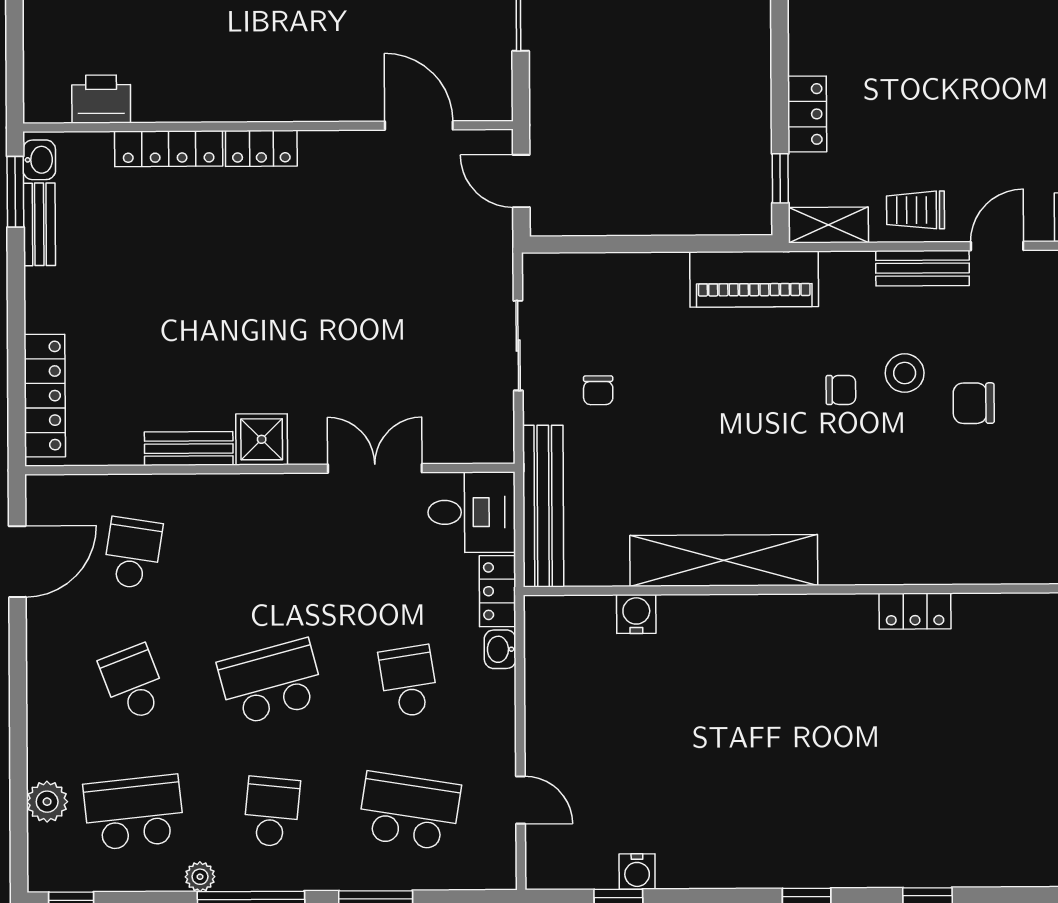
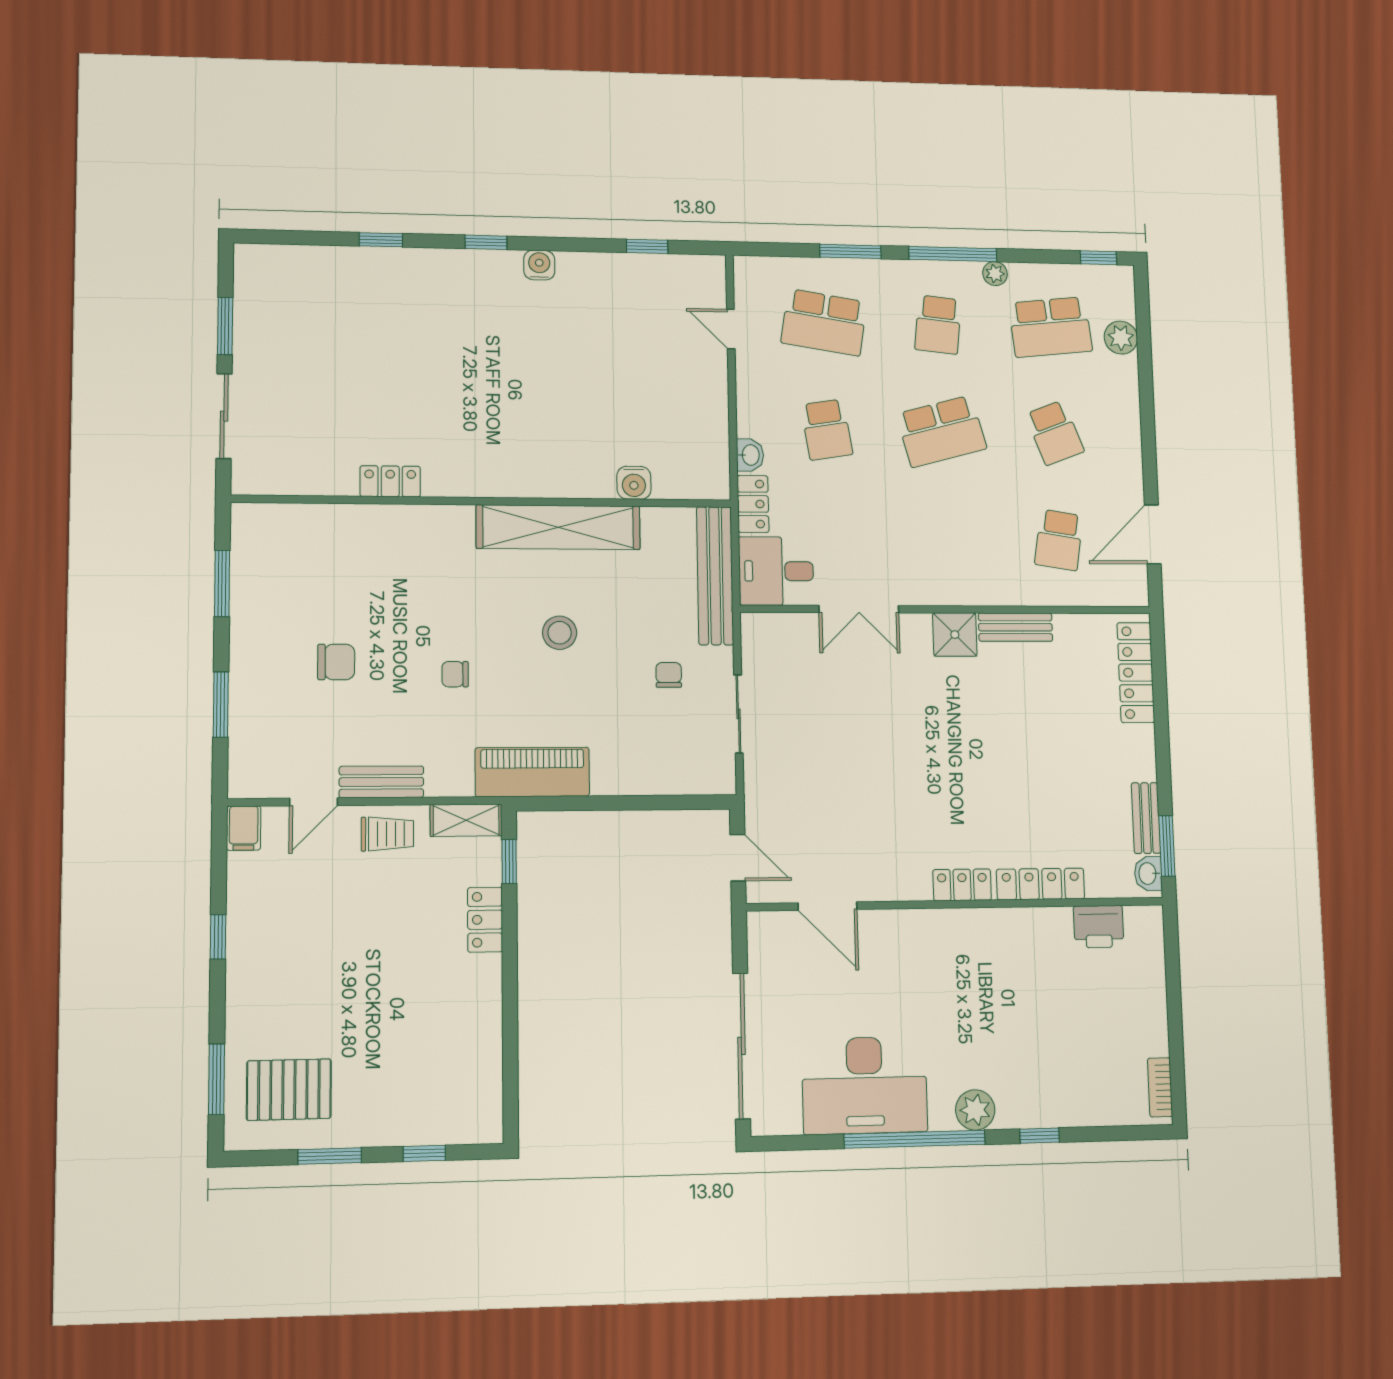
stool: (905, 373) -> (560, 633), moved
water cooler: (637, 872) -> (539, 265), moved

